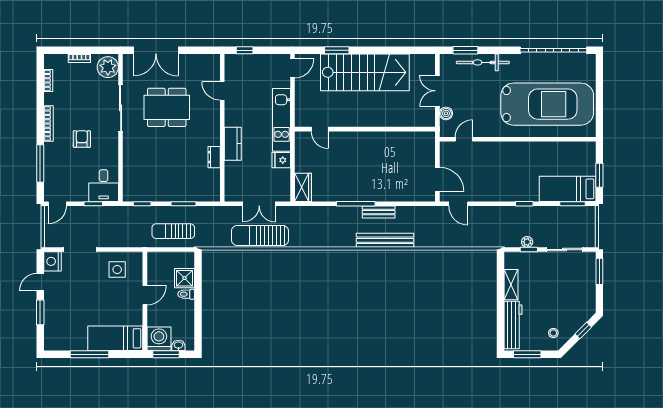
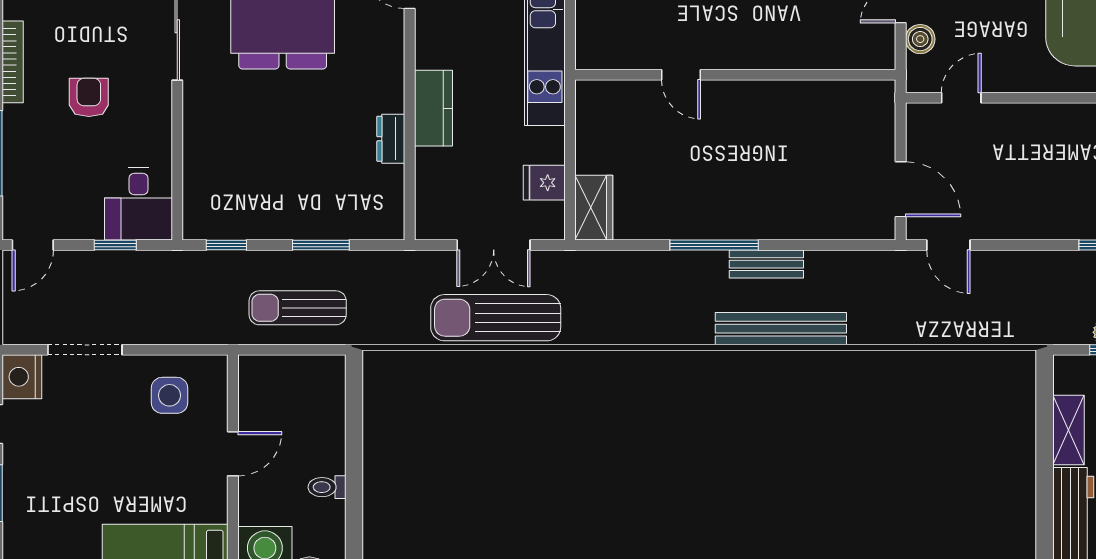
door: (320, 129) -> (681, 75), moved
fridge: (281, 160) -> (544, 183), moved
shower: (185, 278) -> (323, 415), removed
toilet: (186, 294) -> (327, 487), moved

